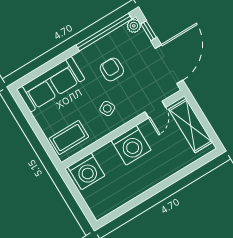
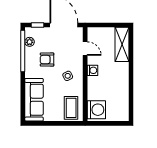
plant: (134, 26) -> (30, 42), moved
shelving: (191, 126) -> (122, 44), moved, turned 90
washing machine: (131, 145) -> (92, 70), width x0.53, depth x0.53

